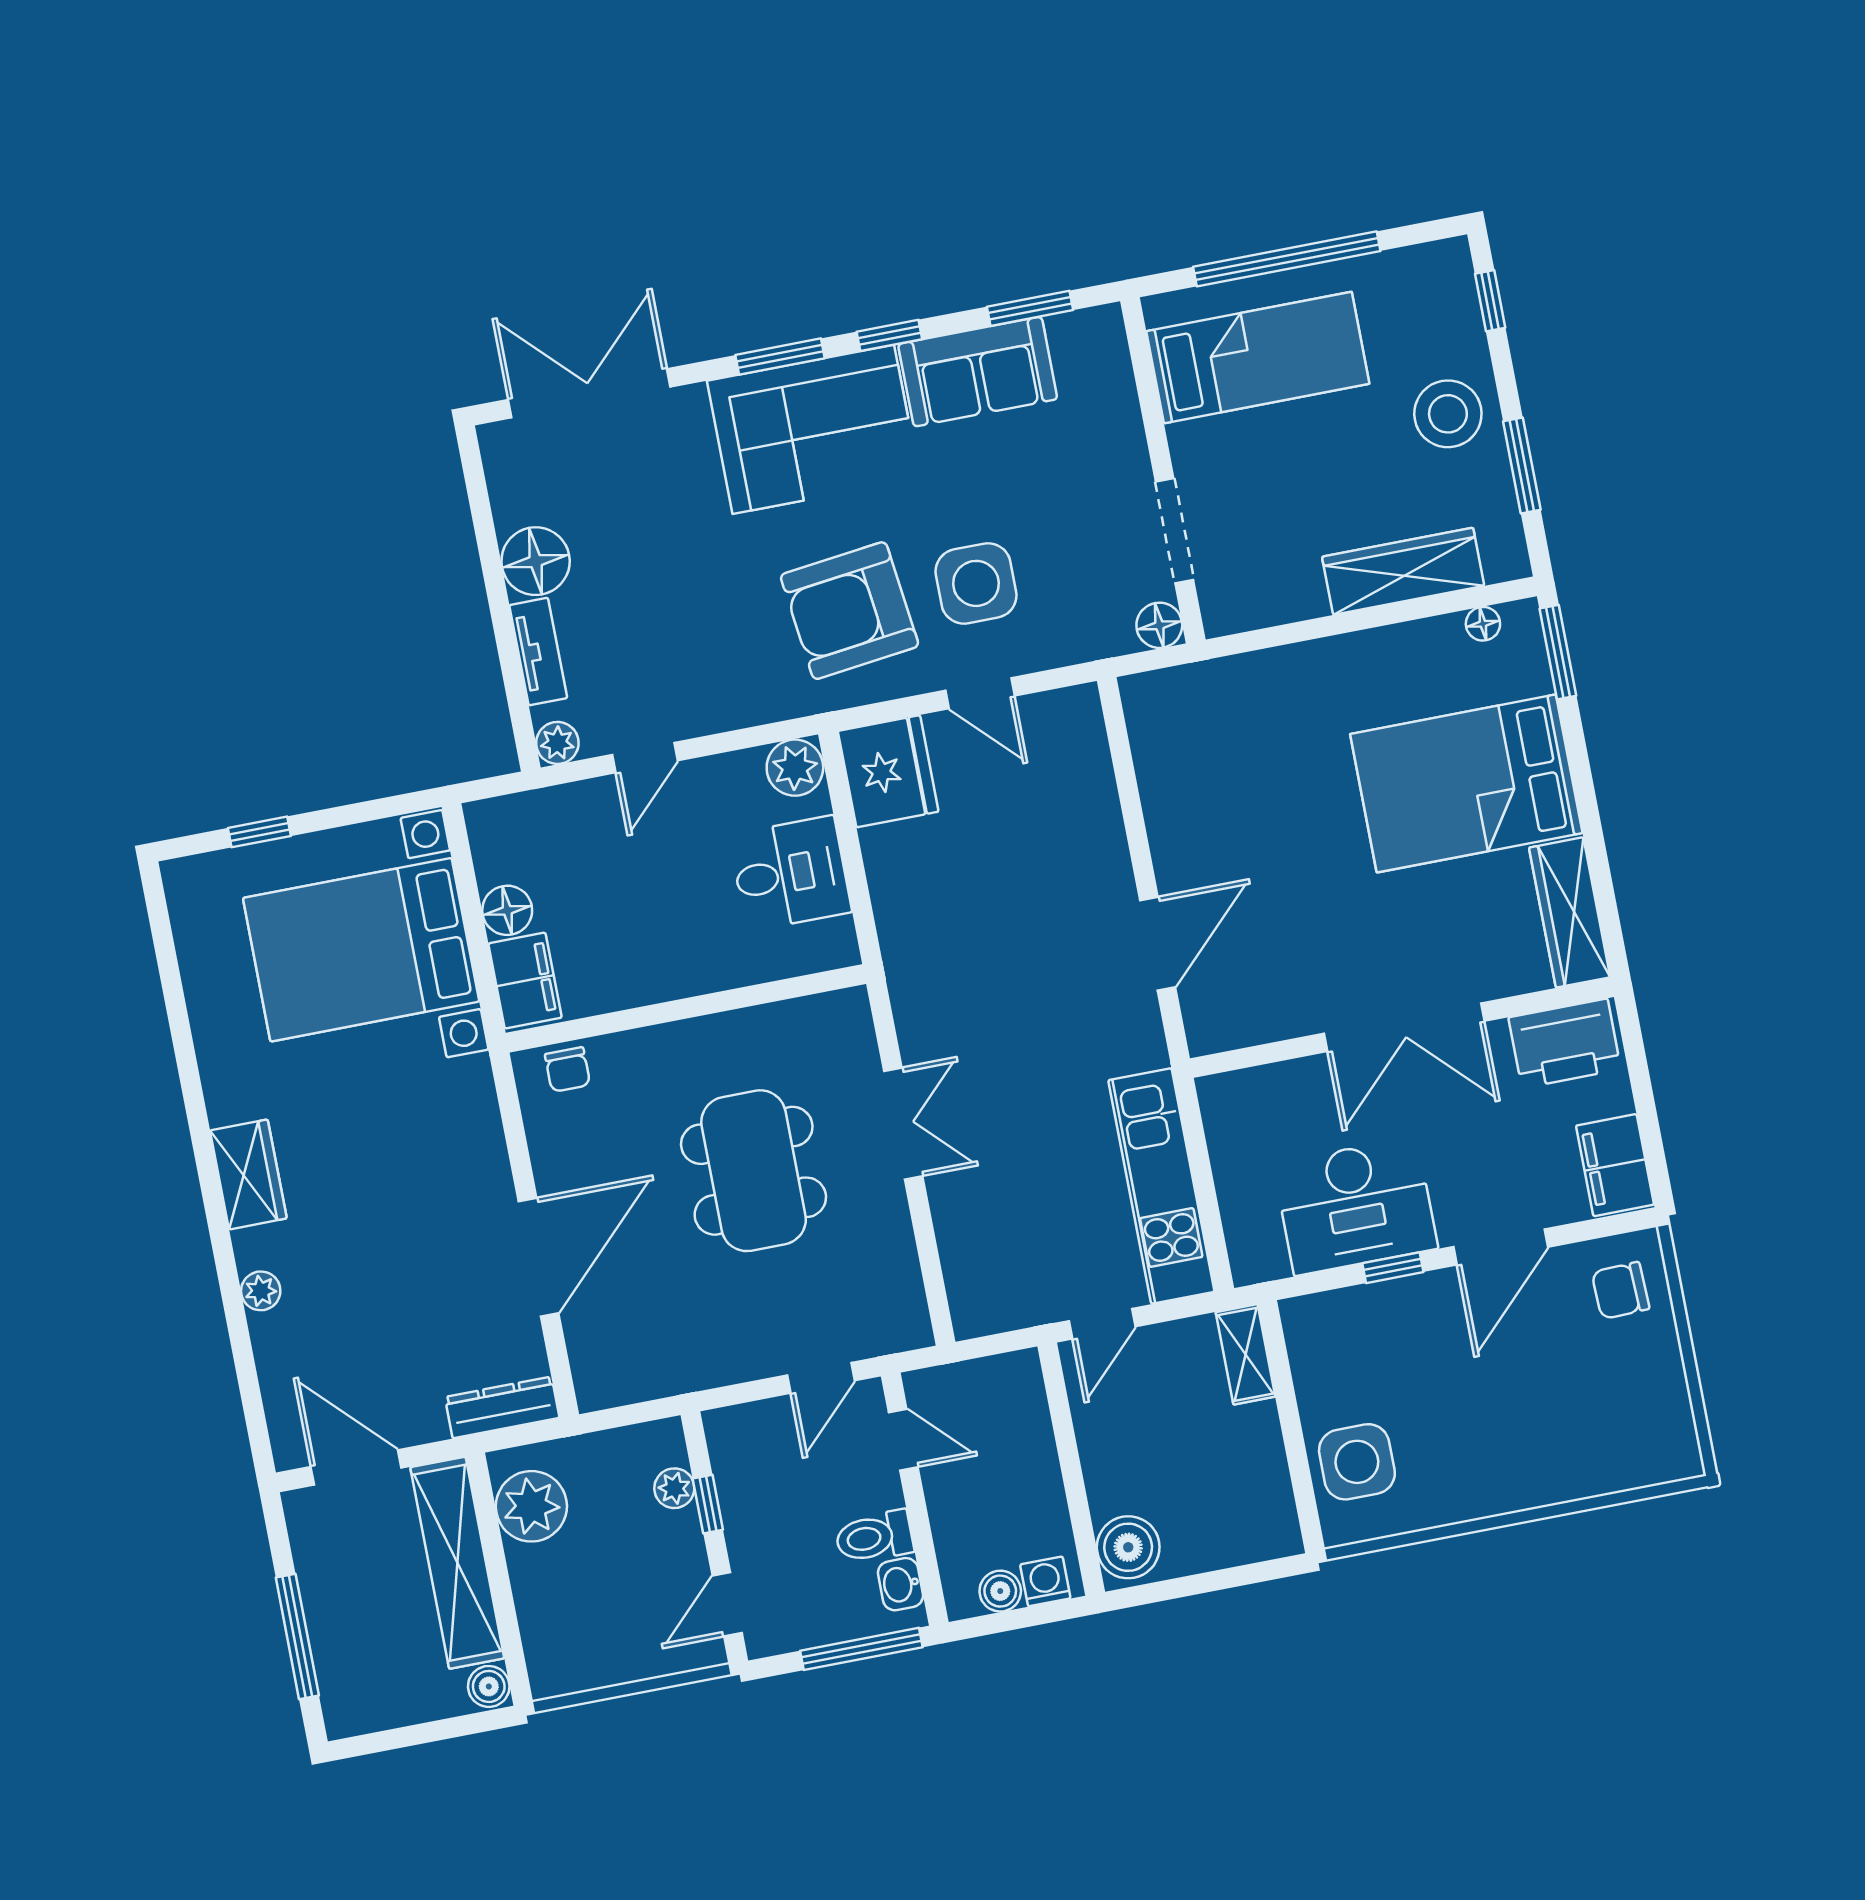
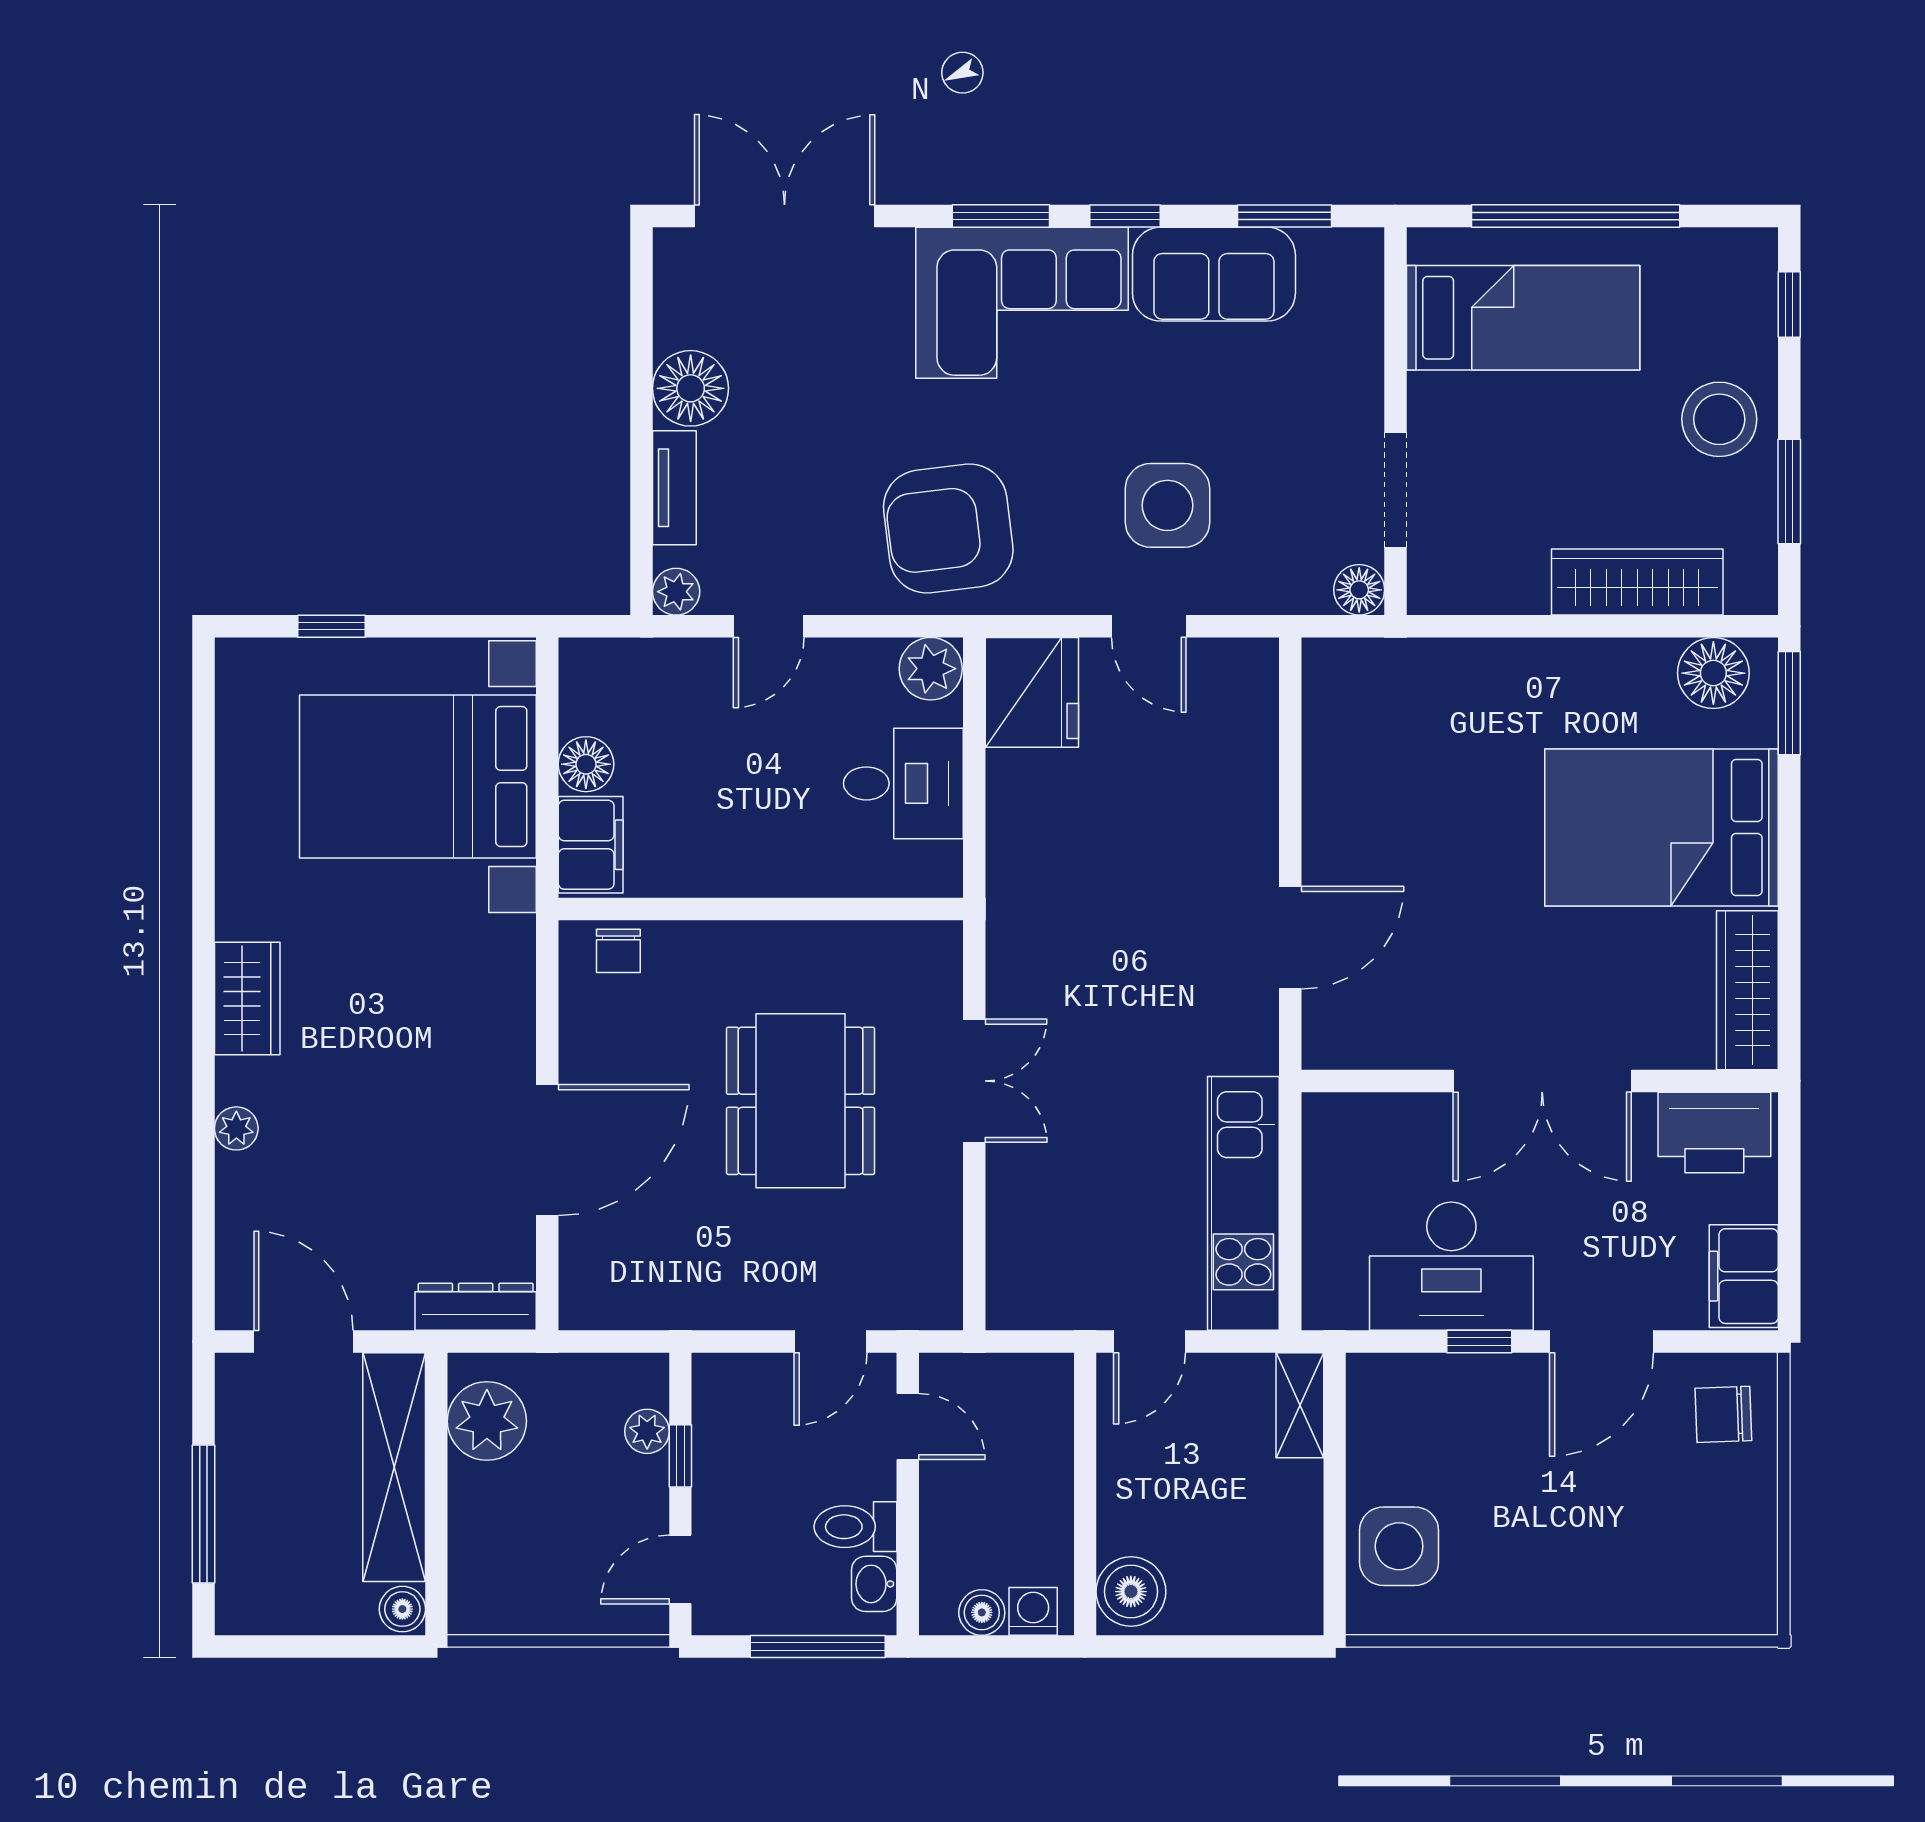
armchair: (850, 611) -> (948, 529), moved
floor lamp: (1483, 624) -> (1713, 673), width x1.89, depth x1.89

